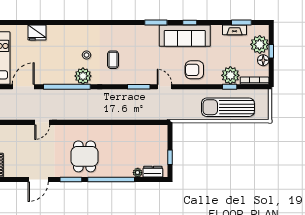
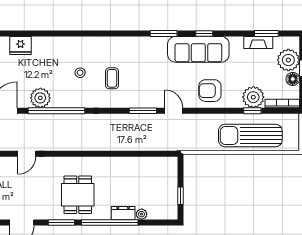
plant: (83, 76) -> (40, 98), moved
dresser: (153, 172) -> (123, 213), moved

